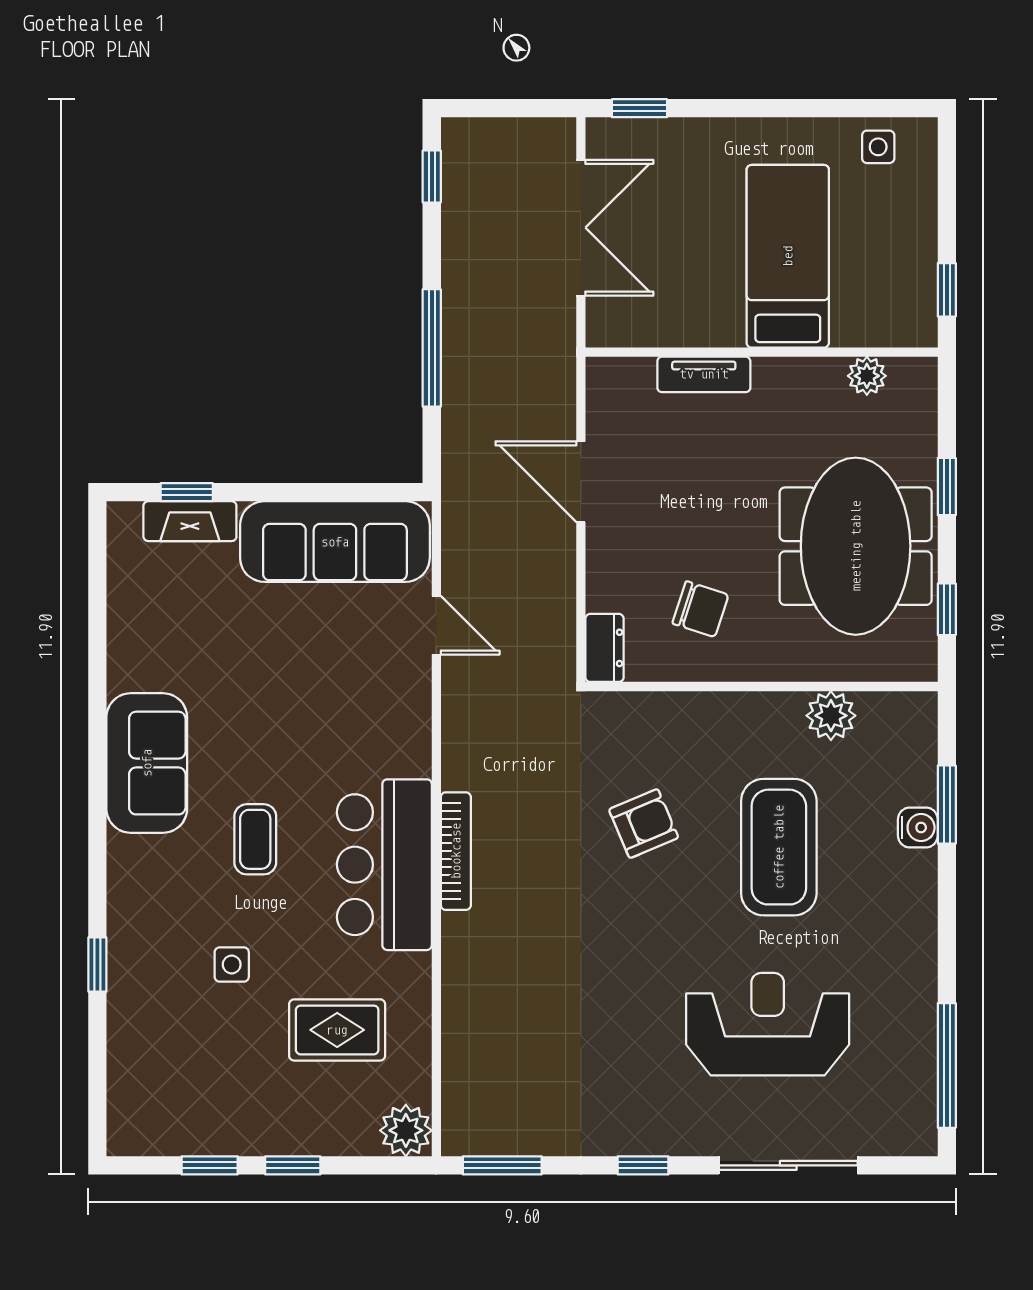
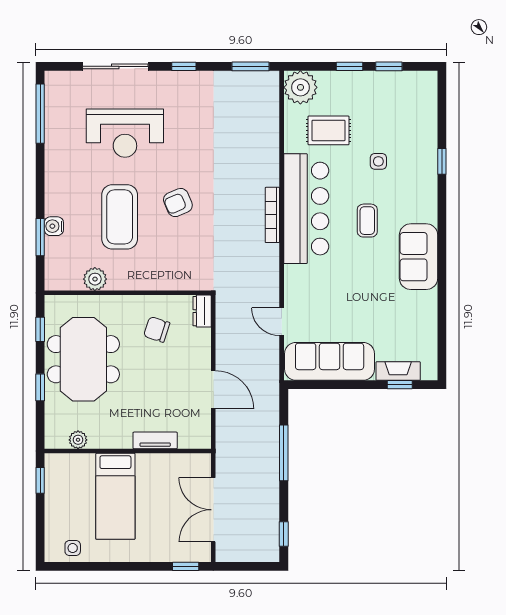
armchair: (644, 824) -> (178, 203), moved
bar counter: (384, 865) -> (306, 209), width x1.36
plant: (406, 1130) -> (300, 87), width x1.36, depth x1.36

